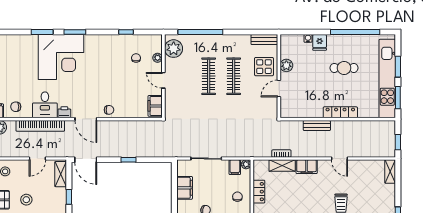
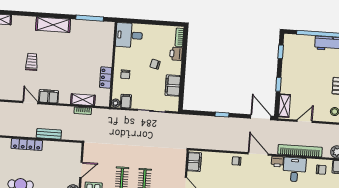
filing cabinet: (307, 167) -> (49, 96), moved
stool: (26, 200) -> (317, 85), removed

